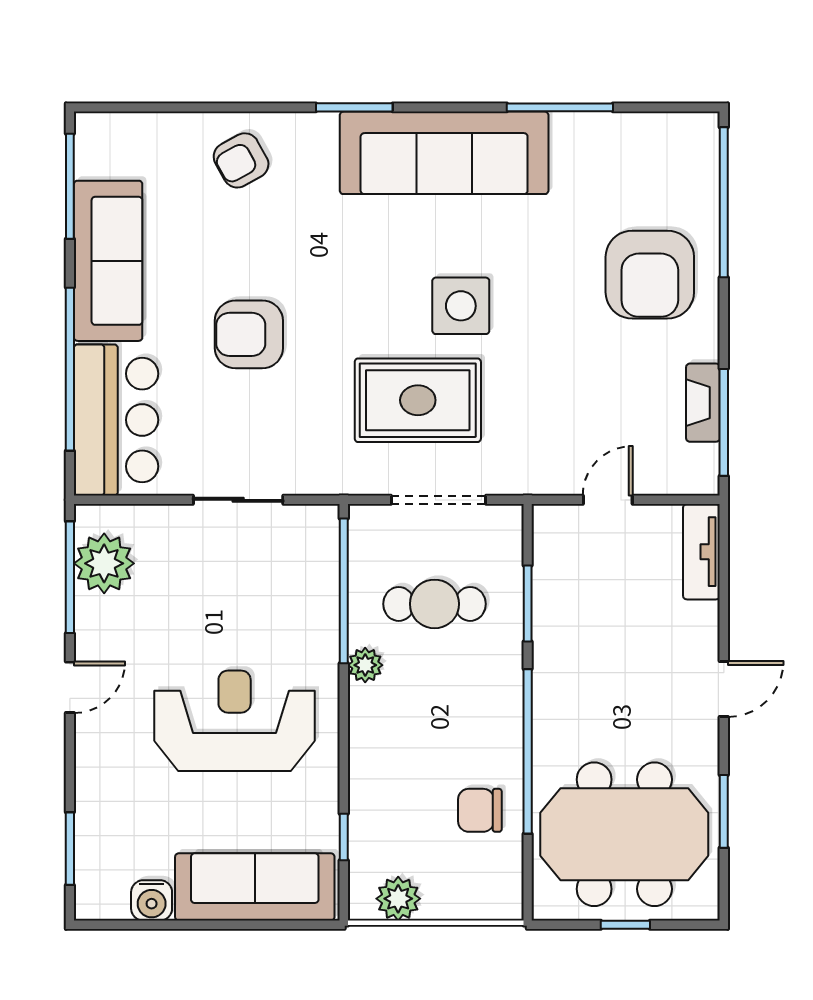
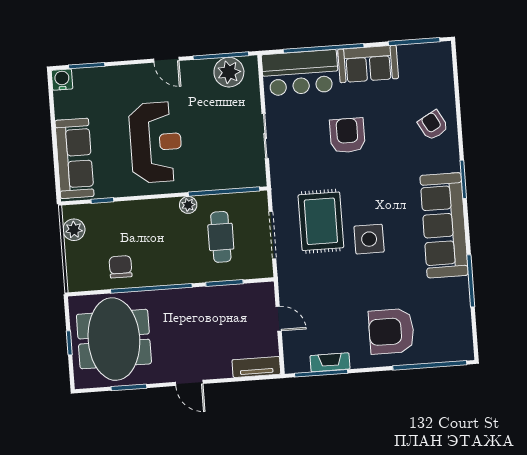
sofa: (108, 261) -> (368, 64), width x0.73
water cooler: (152, 900) -> (62, 80), moved, turned 90

